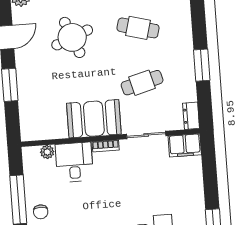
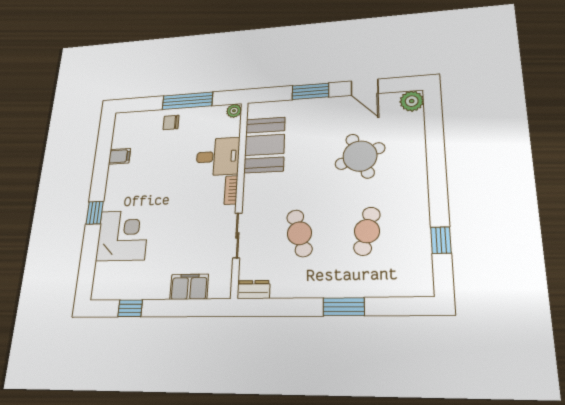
window: (202, 65) -> (344, 307), moved
booth: (94, 119) -> (265, 145), moved
filing cabinet: (185, 145) -> (189, 287), moved, turned 90
plant: (47, 152) -> (234, 111), moved

